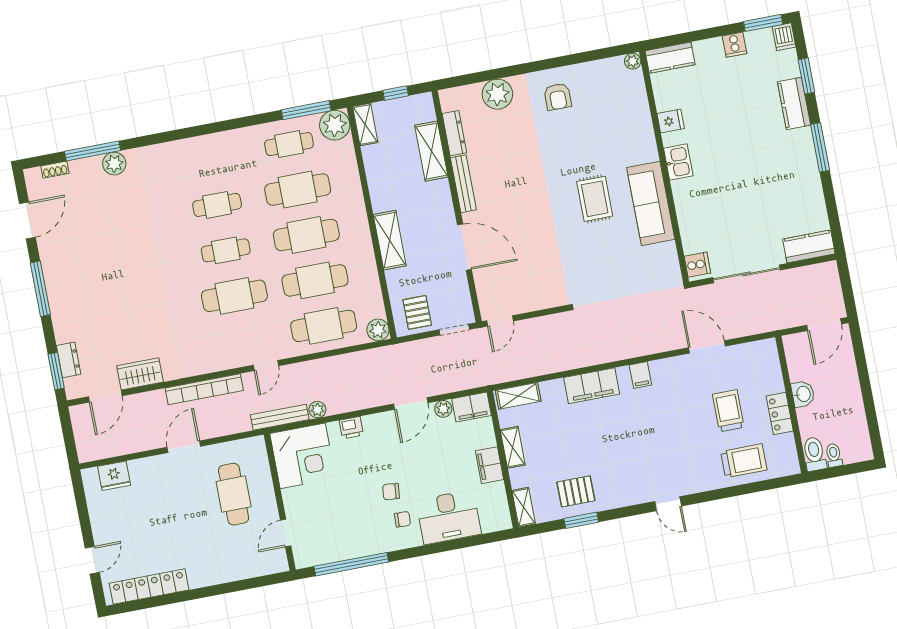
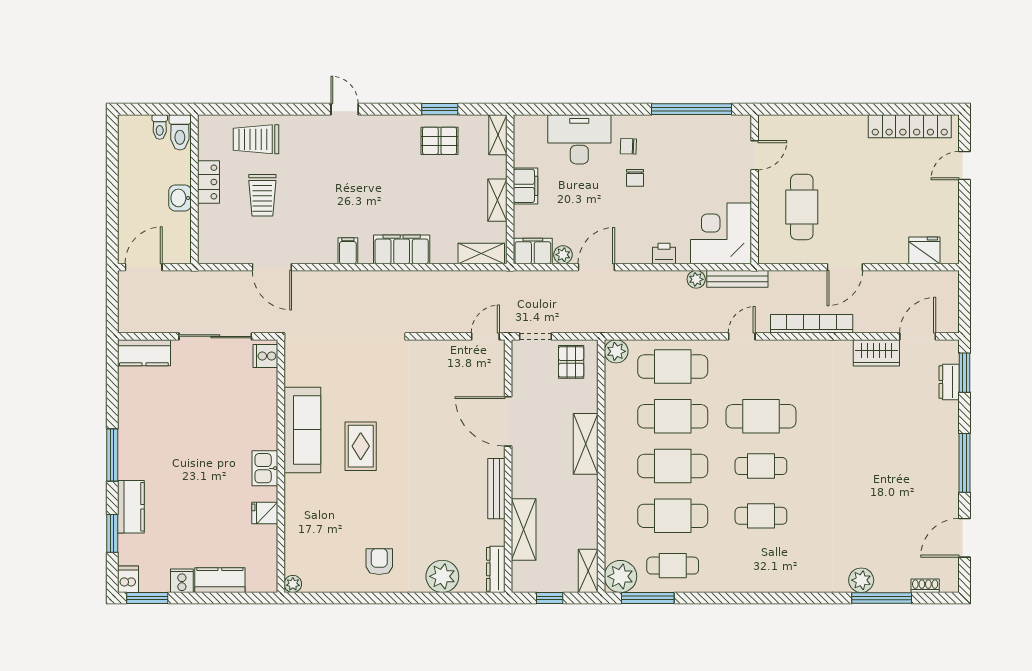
kitchen counter: (670, 58) -> (220, 580), moved
dresser: (454, 133) -> (496, 569), moved
chair: (391, 492) -> (635, 178), turned 85

